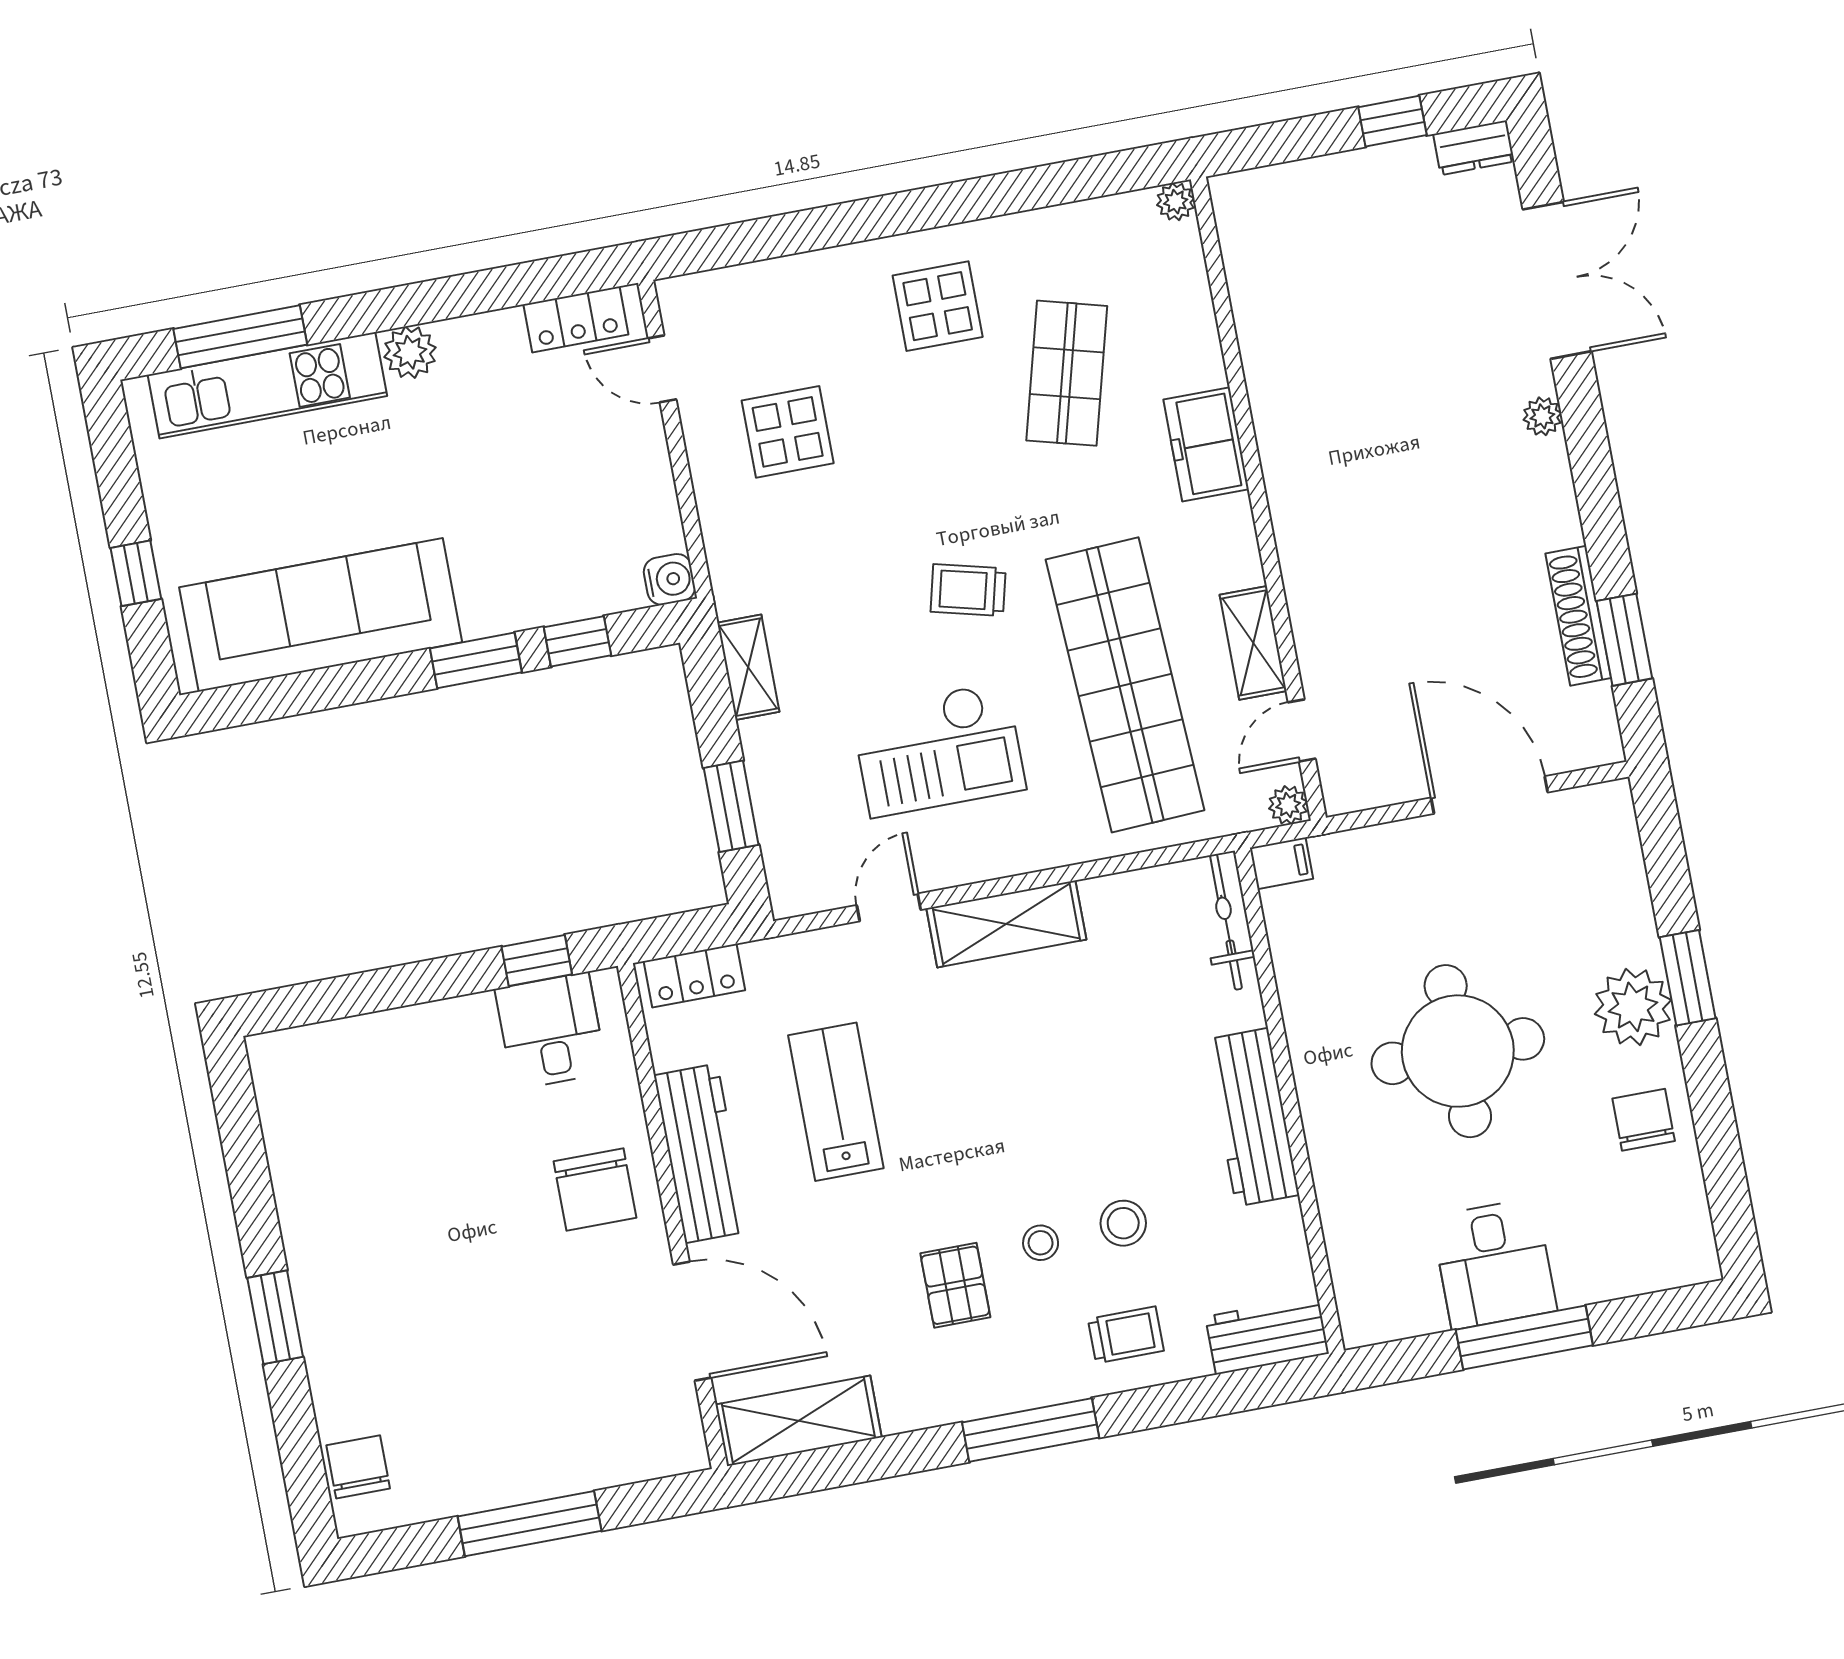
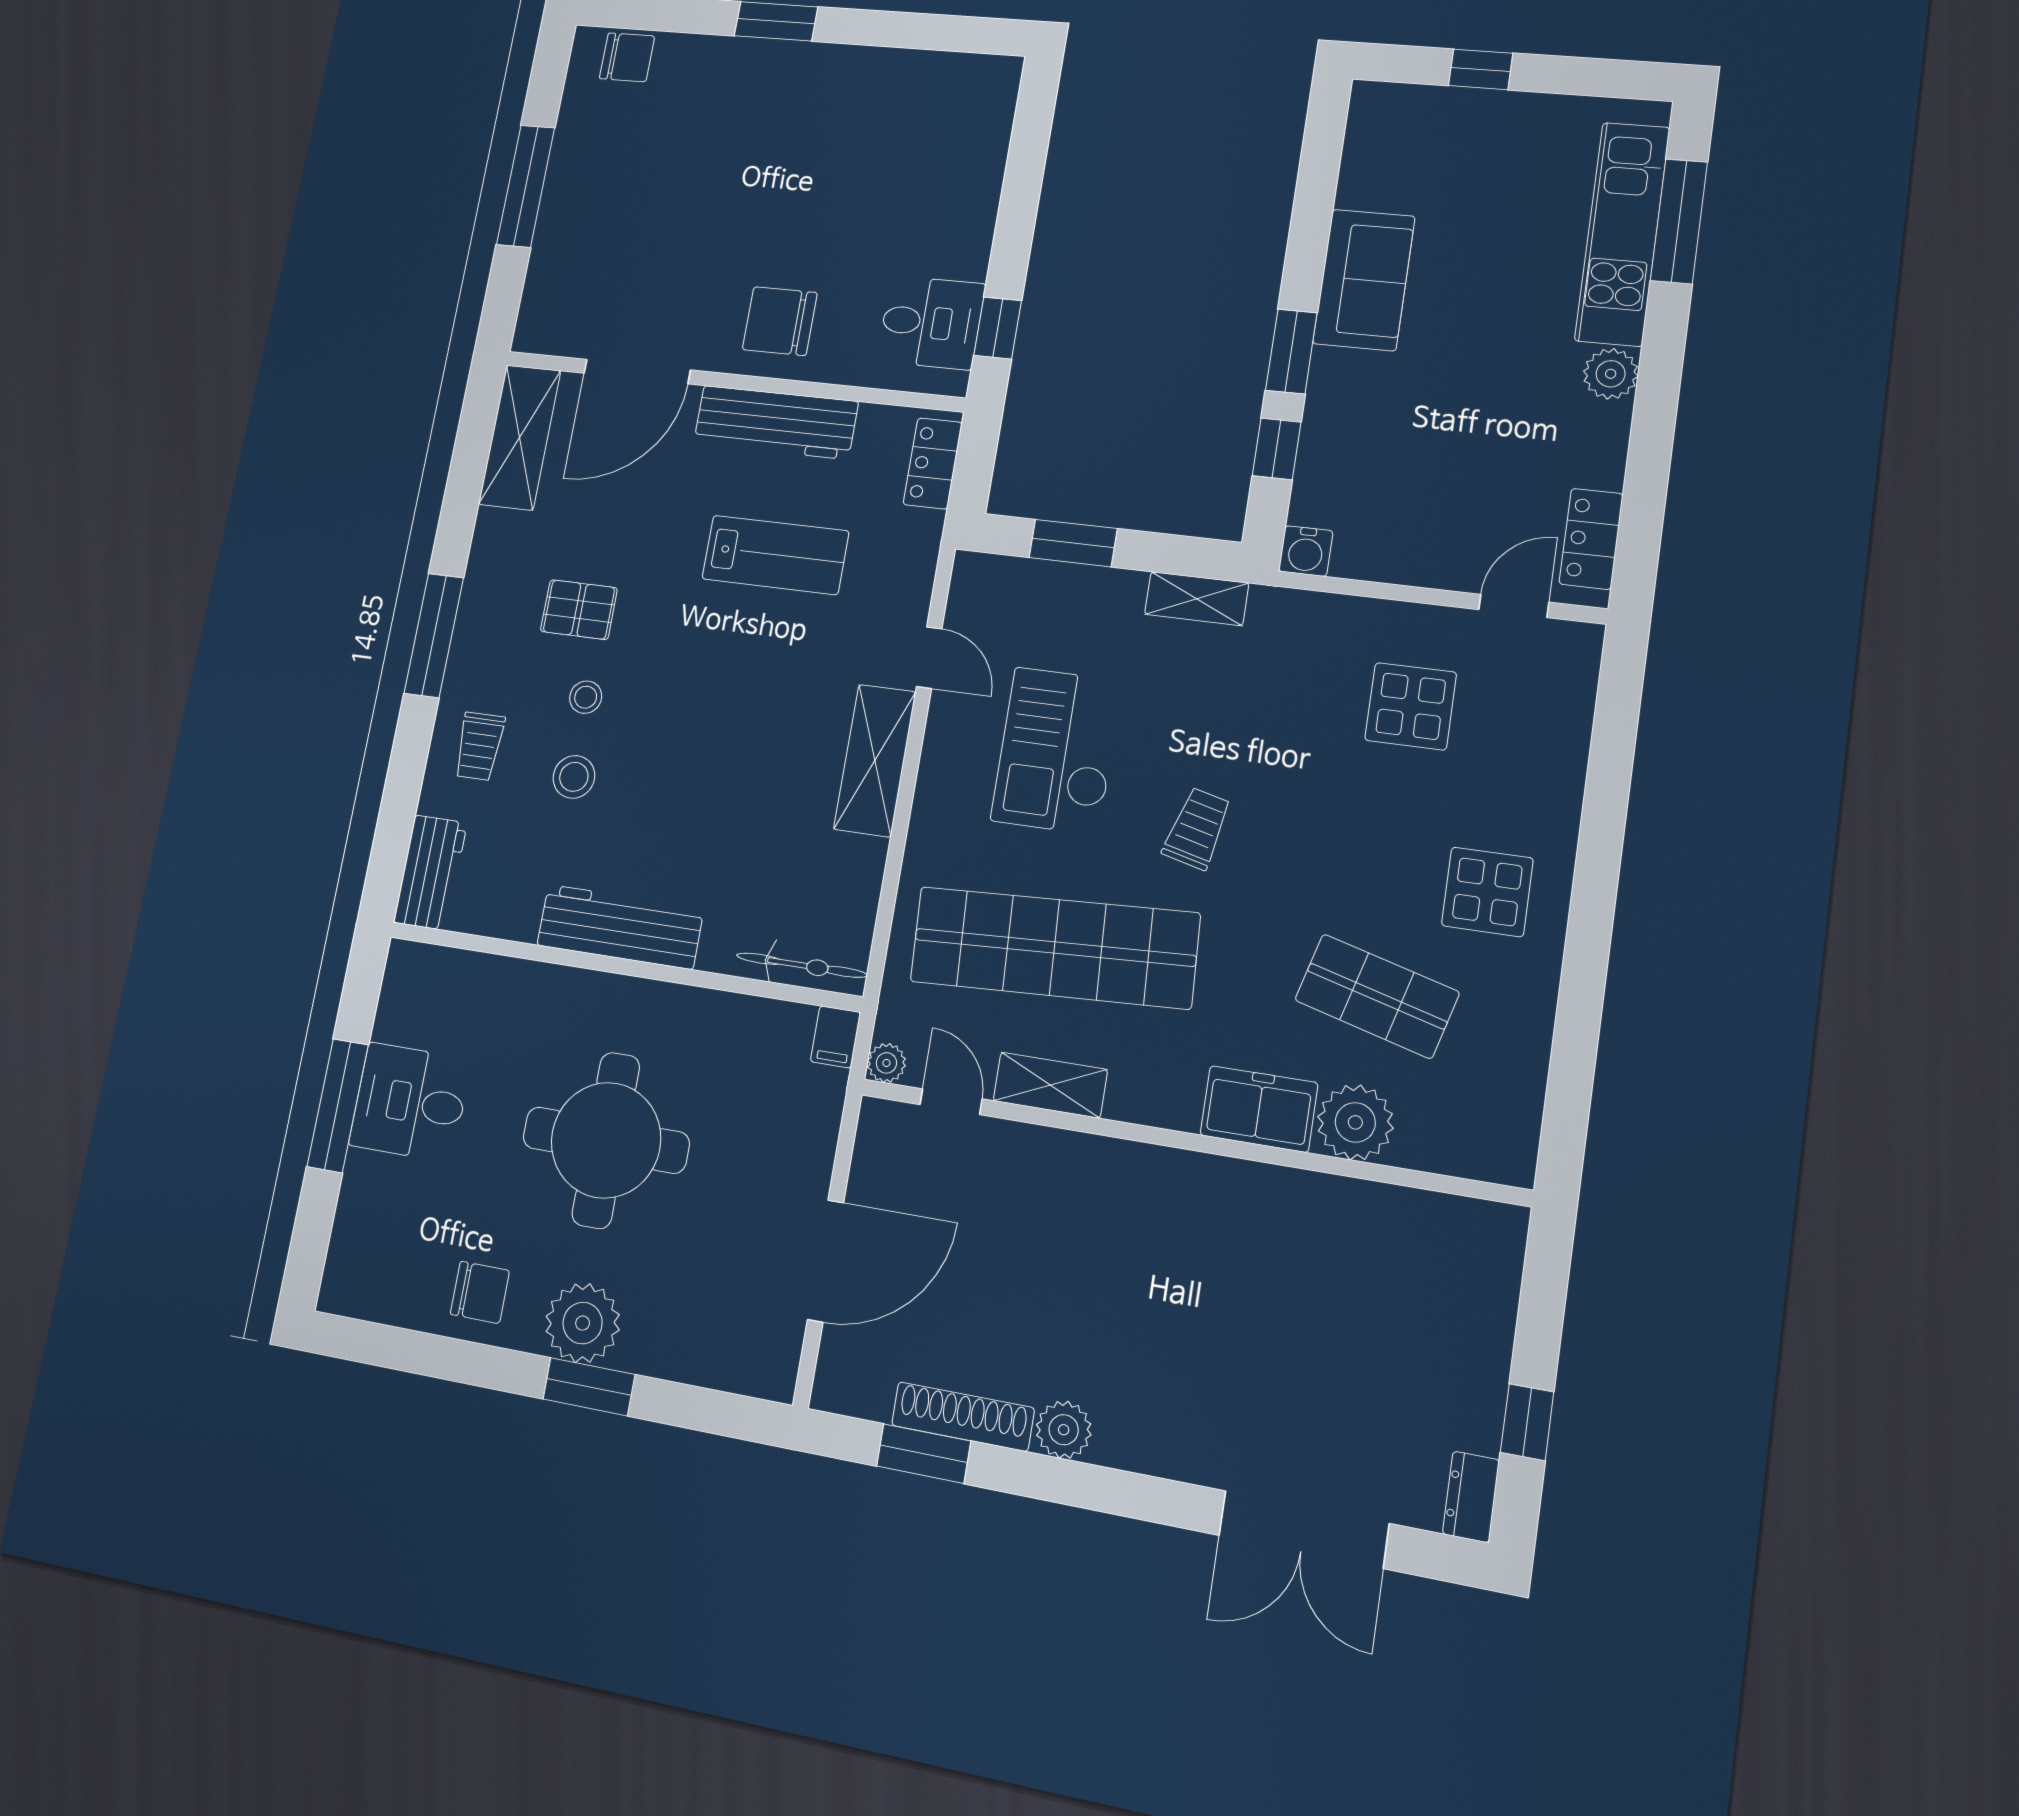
plant: (1176, 202) -> (1355, 1122), moved, width x1.88, depth x1.88
plant: (1542, 416) -> (1064, 1430), moved, width x1.38, depth x1.38
sofa: (321, 615) -> (1364, 280), width x0.54, depth x0.79

